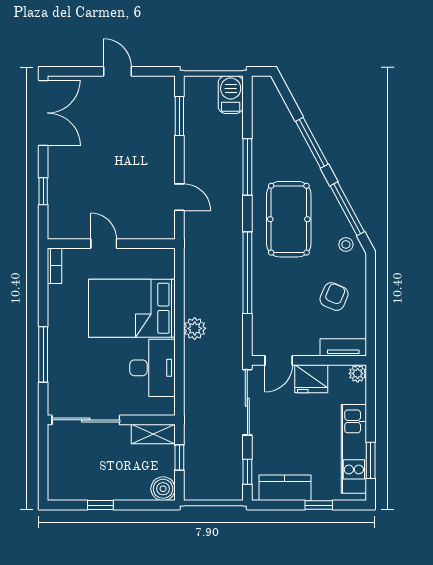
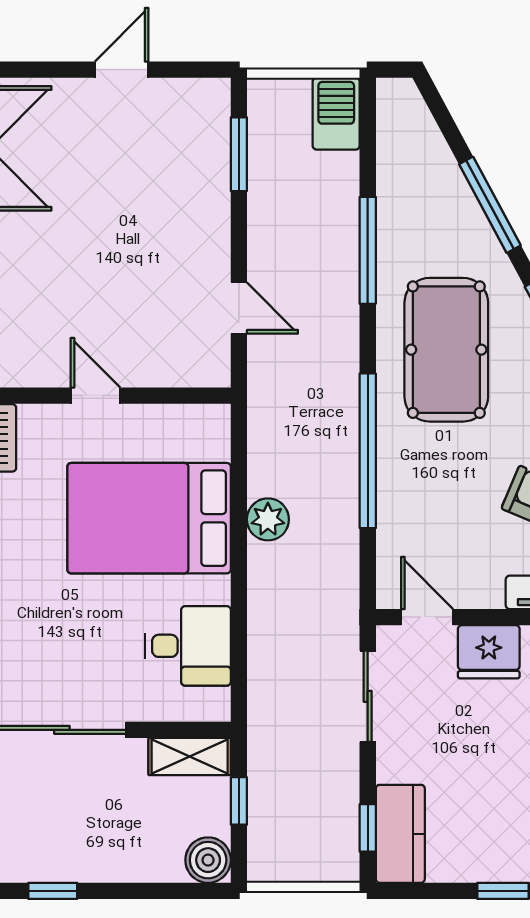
door: (117, 71) -> (122, 70), hinge flipped
plant: (195, 328) -> (268, 519), moved
door: (279, 360) -> (427, 617), swing flipped
desk: (152, 368) -> (188, 646), width x0.73
sliding door: (247, 402) -> (368, 696), width x0.73
kitchen counter: (285, 488) -> (400, 834), moved, turned 90
window: (100, 505) -> (53, 891), moved

